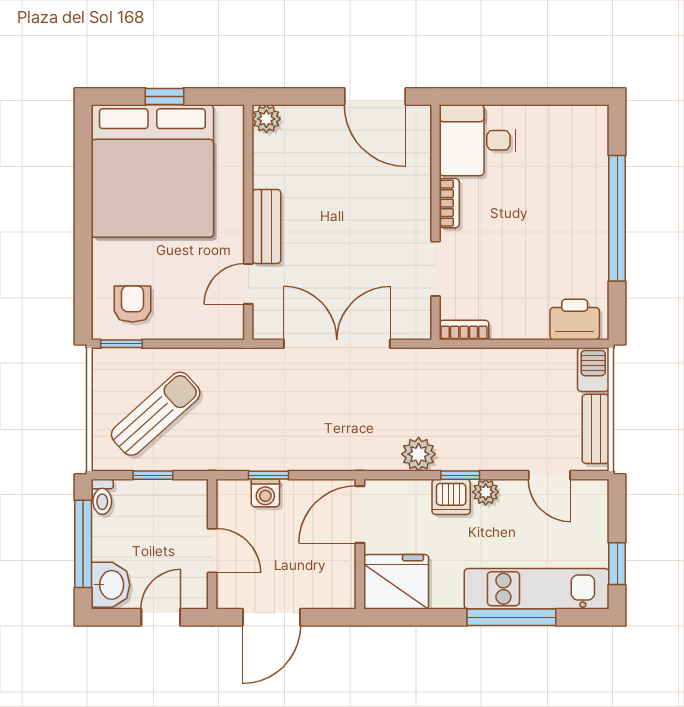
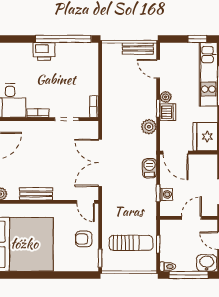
window: (617, 218) -> (63, 39), moved
bench: (266, 226) -> (36, 194), moved
door: (248, 284) -> (86, 202), moved
armchair: (132, 304) -> (84, 239), moved
printer: (575, 320) -> (44, 52), moved, turned -90
barbecue: (593, 370) -> (150, 168), moved, turned 90
sun lounger: (156, 414) -> (131, 243), turned 132
door: (549, 475) -> (158, 69), swing flipped

